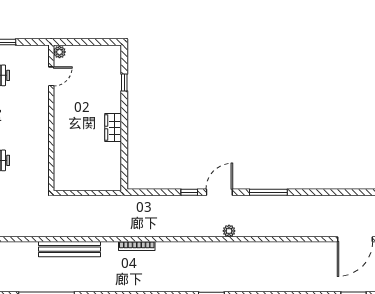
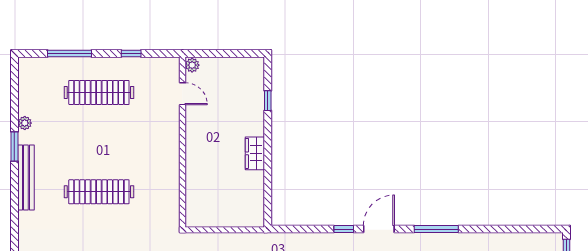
door: (51, 76) -> (182, 94), hinge flipped

